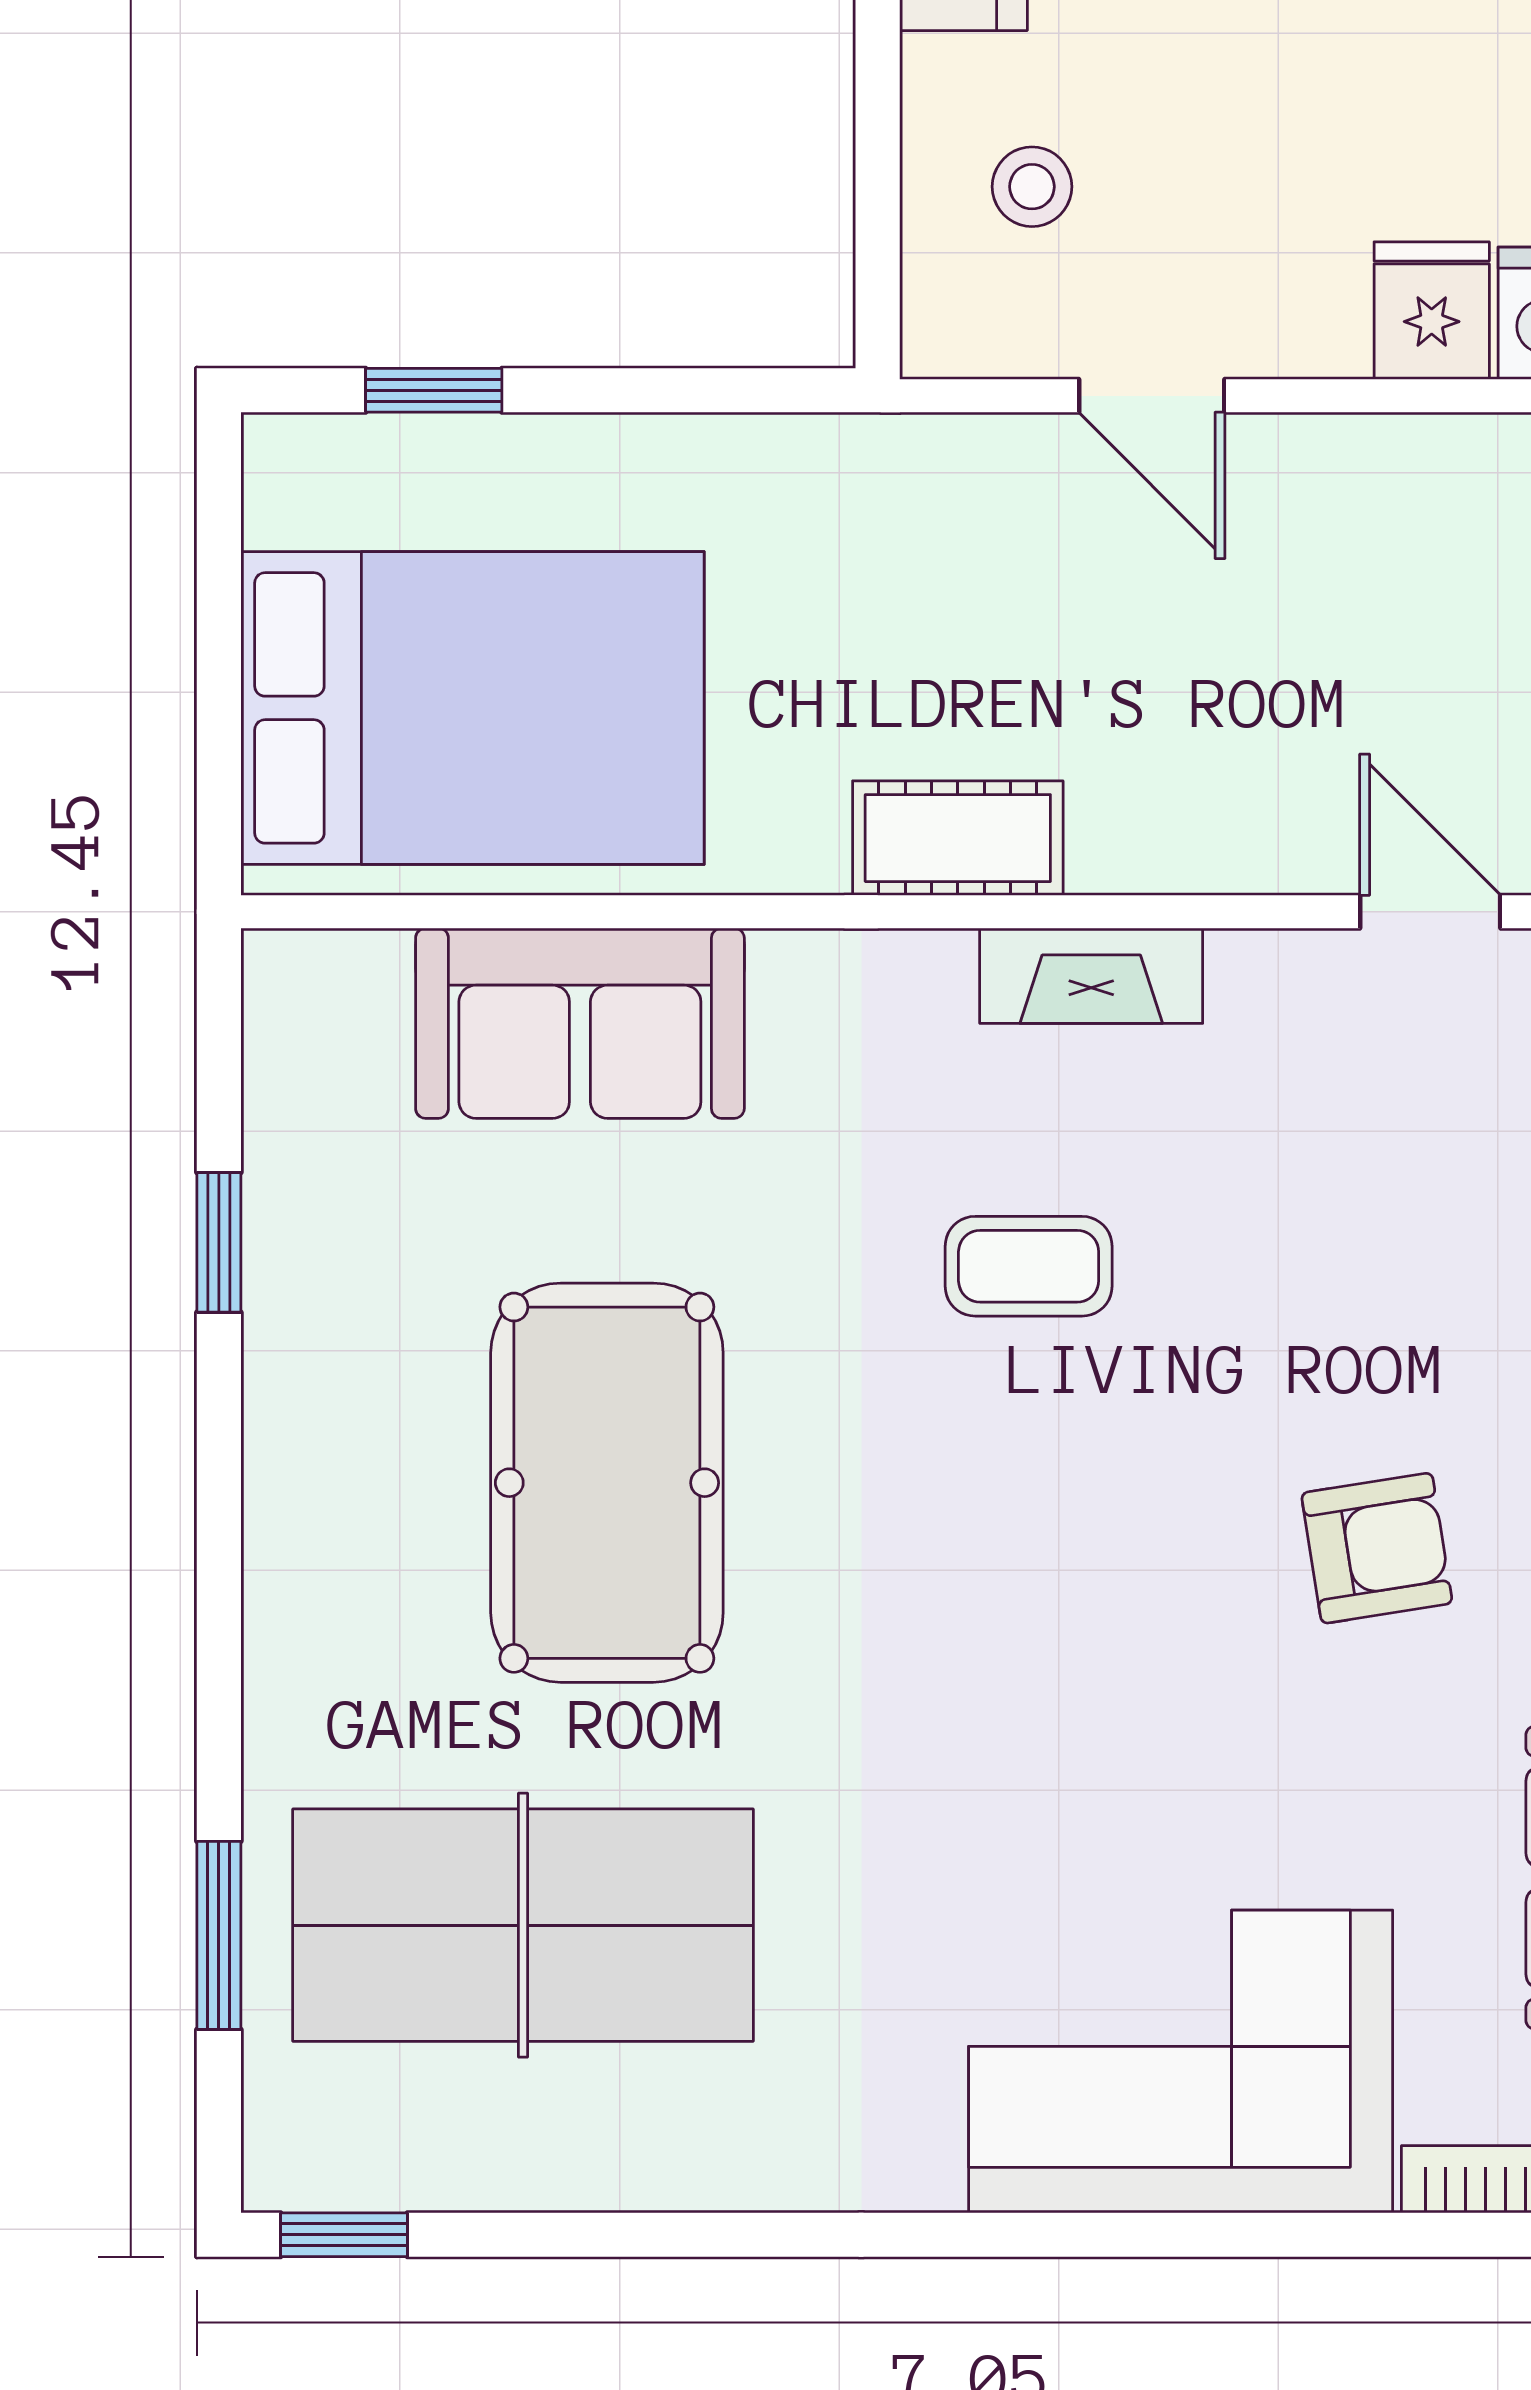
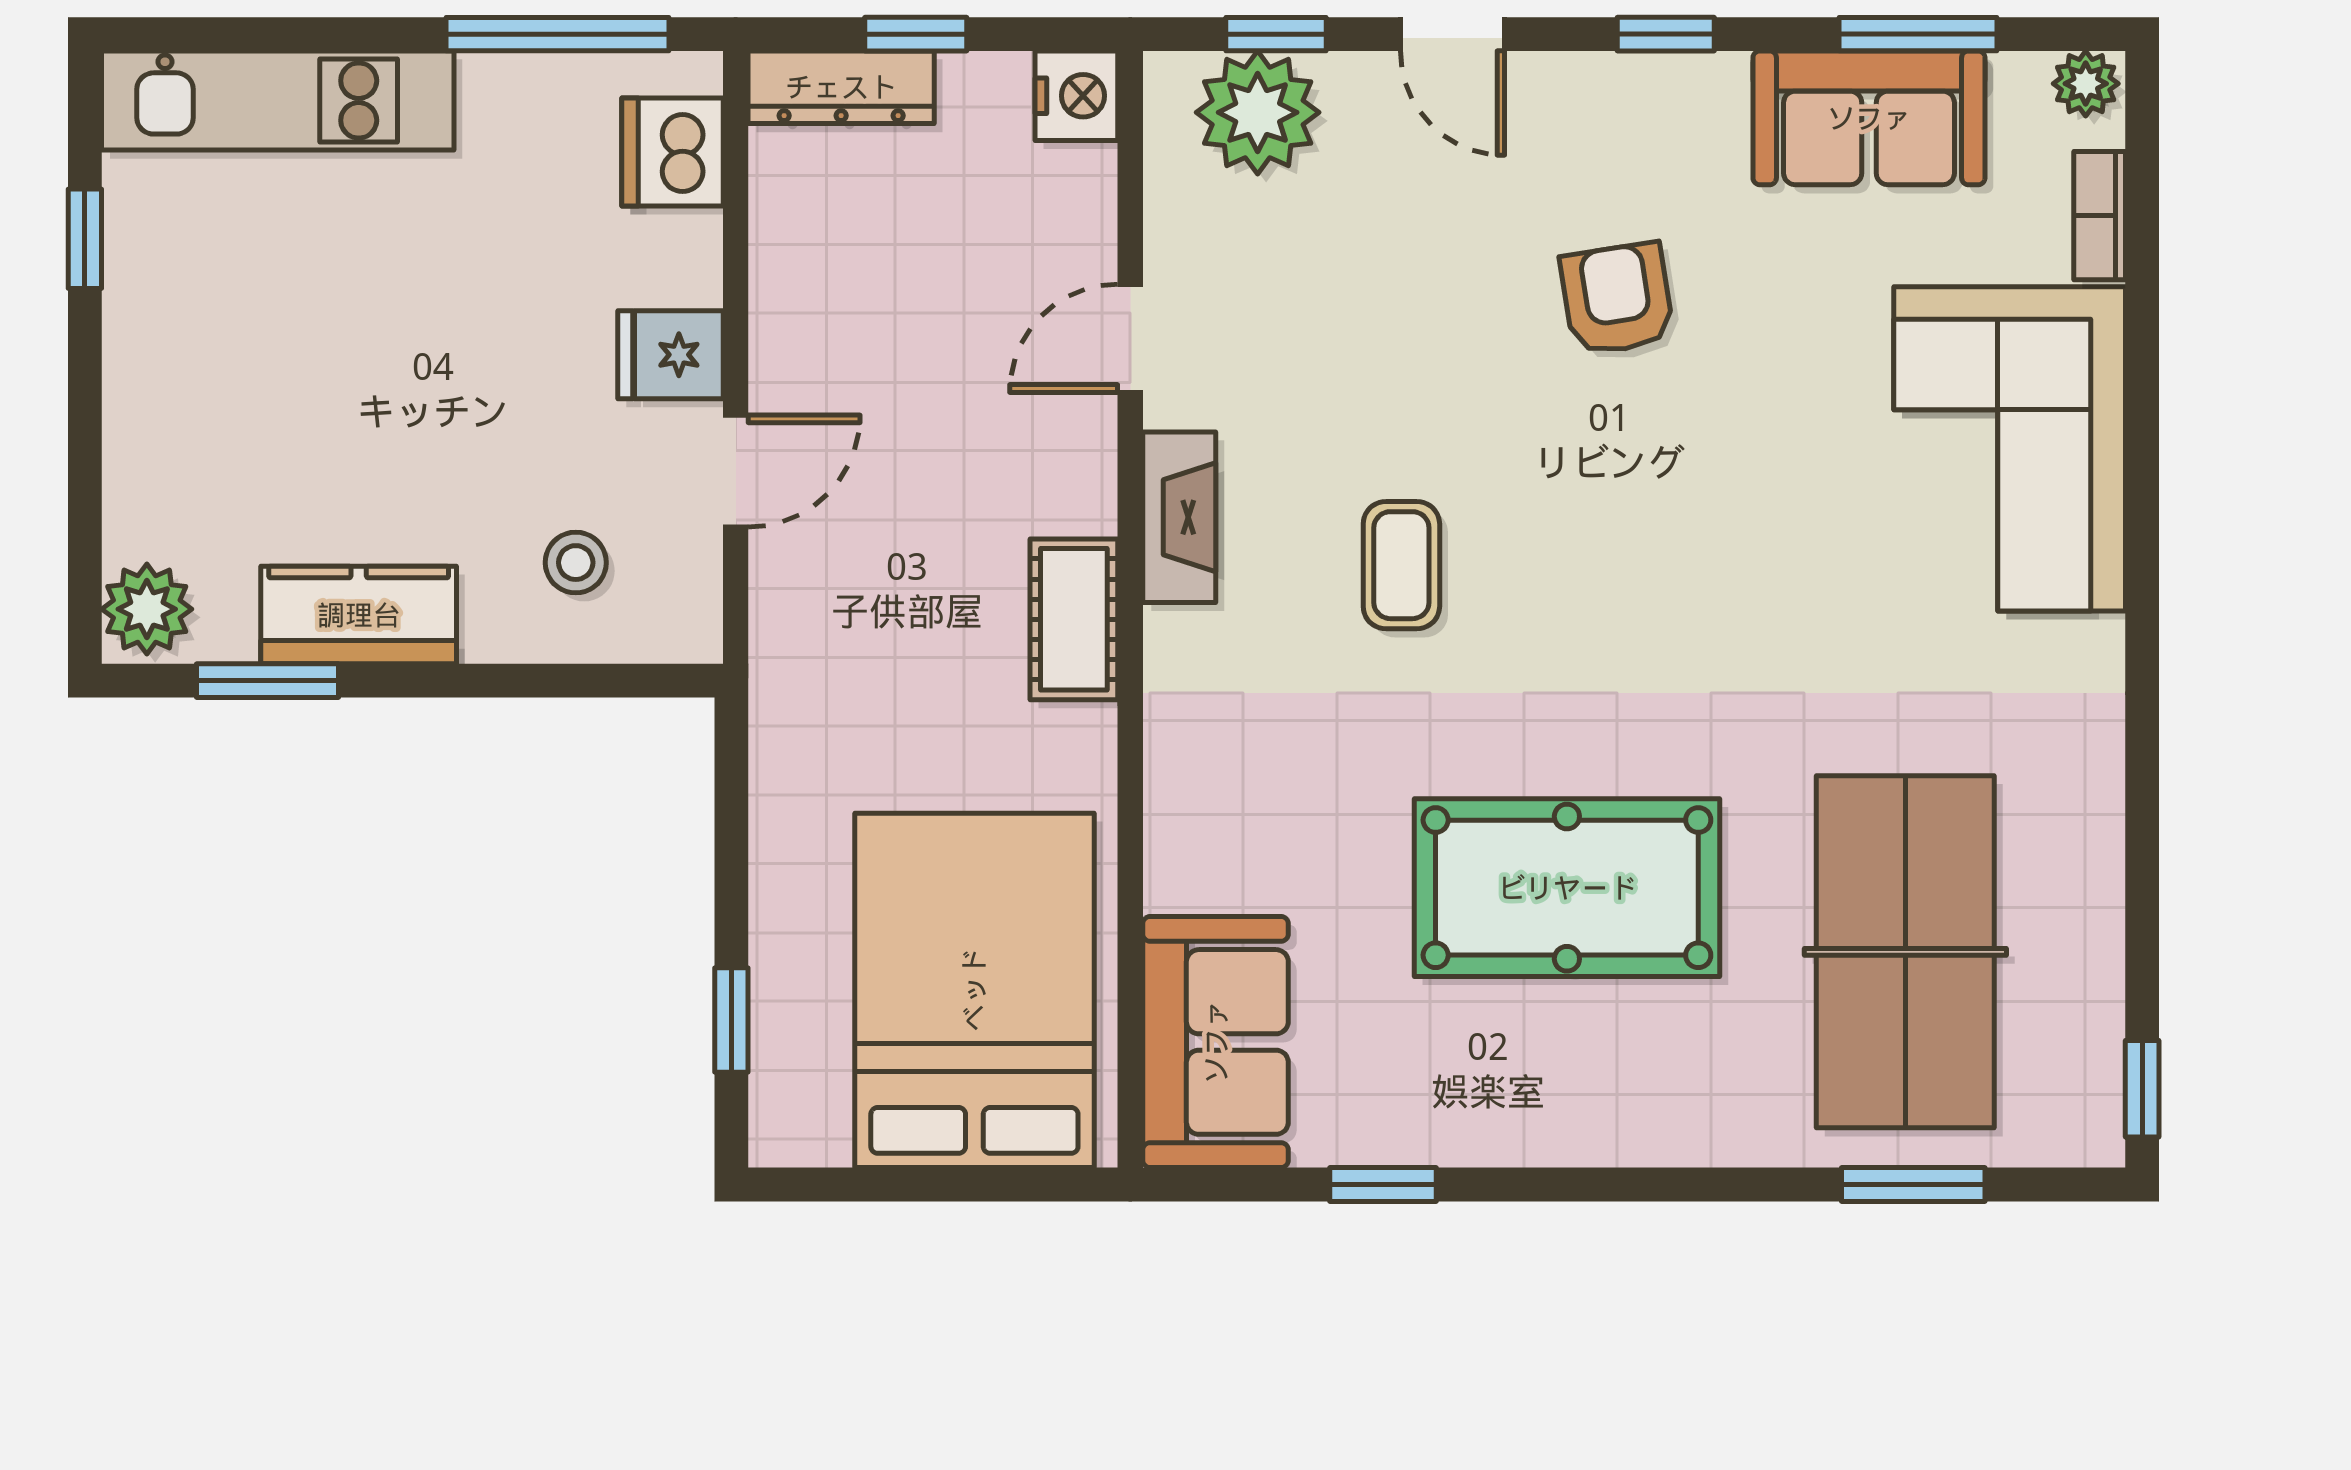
fridge: (1432, 311) -> (670, 355), moved
door: (1430, 912) -> (1130, 338), moved
sofa: (580, 1023) -> (1216, 1042), moved

